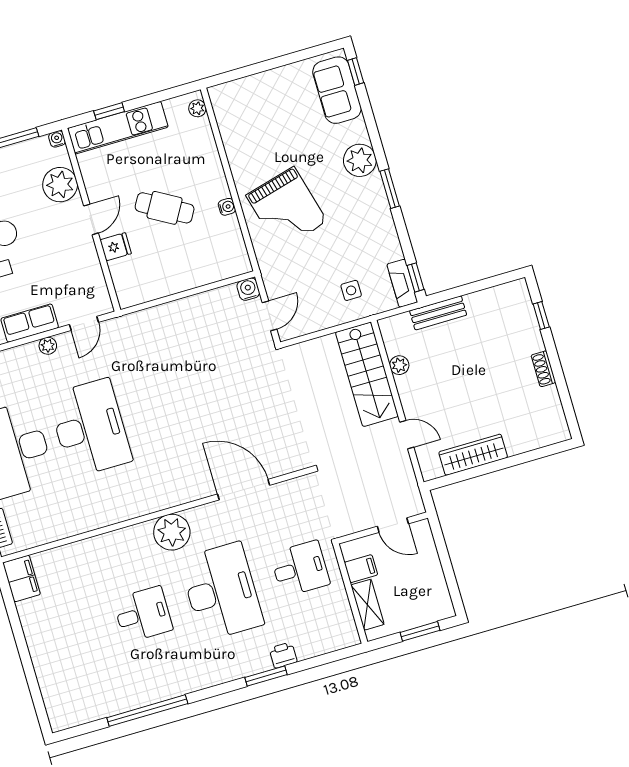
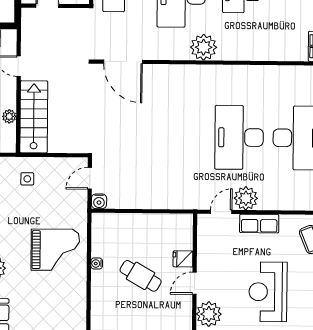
grand piano: (287, 209) -> (55, 250), turned 105
plant: (48, 346) -> (246, 198), width x1.88, depth x1.88
door: (244, 490) -> (123, 62), moved

